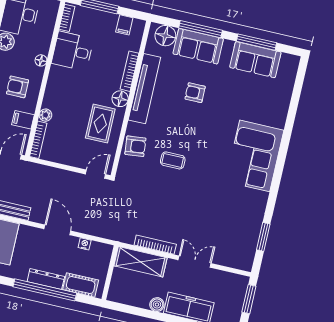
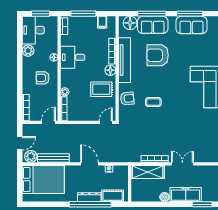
desk: (72, 51) -> (73, 57), moved
armchair: (195, 93) -> (158, 55), width x1.88, depth x1.88
filing cabinet: (23, 120) -> (51, 98), removed
rug: (100, 124) -> (101, 89), turned 90

